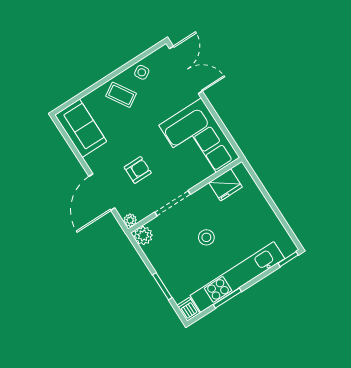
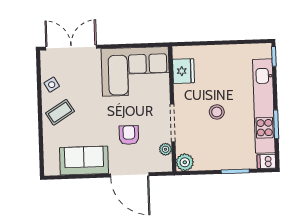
sofa: (81, 128) -> (84, 161), moved
plant: (130, 220) -> (165, 149), moved

